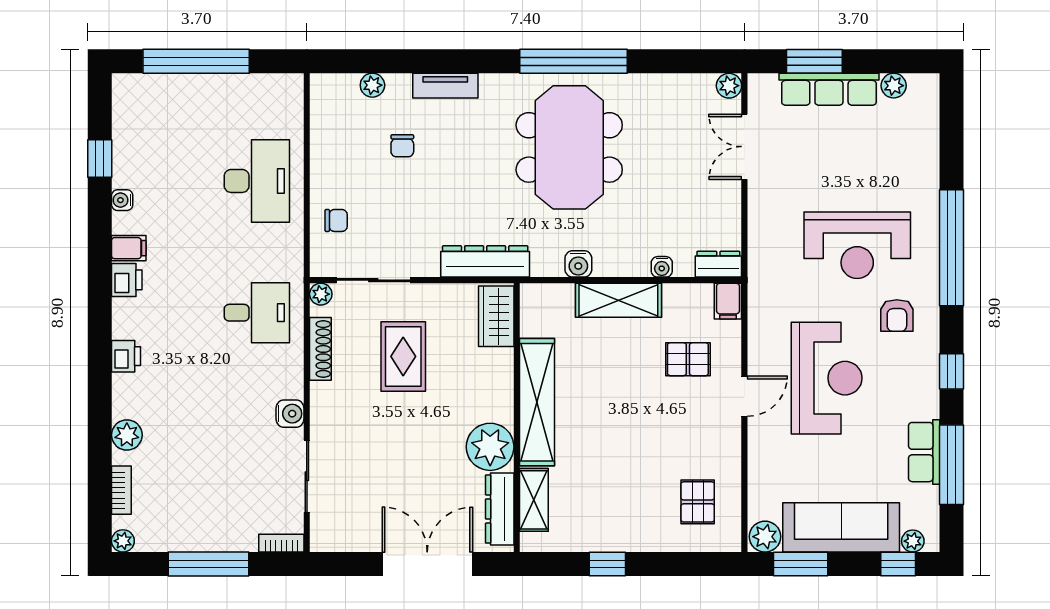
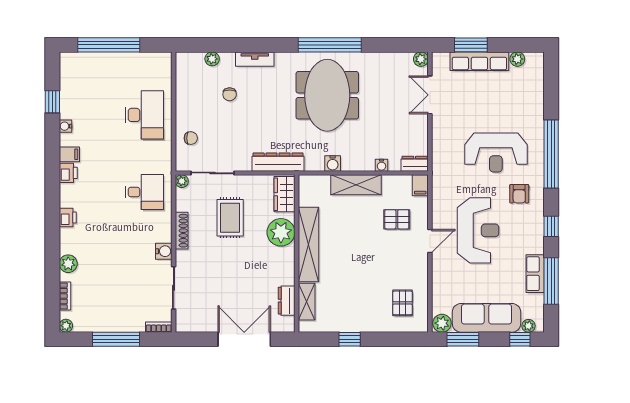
shoe rack: (320, 349) -> (182, 231), moved
plant: (490, 447) -> (281, 232), moved
dresser: (500, 509) -> (287, 301), width x0.70

